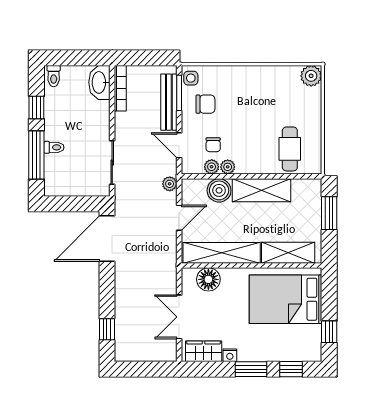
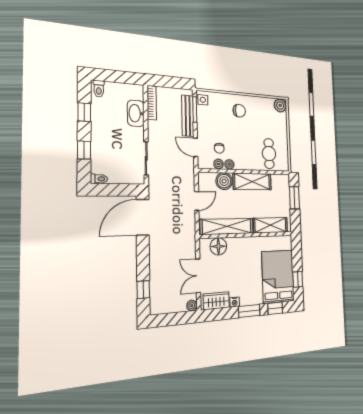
washbasin: (99, 82) -> (136, 113), moved
chair: (205, 104) -> (239, 111), moved
toilet: (54, 147) -> (99, 179), moved
window: (36, 155) -> (84, 150), width x0.46
plant: (170, 184) -> (192, 306), moved
bed: (286, 299) -> (278, 277), moved, turned 90

